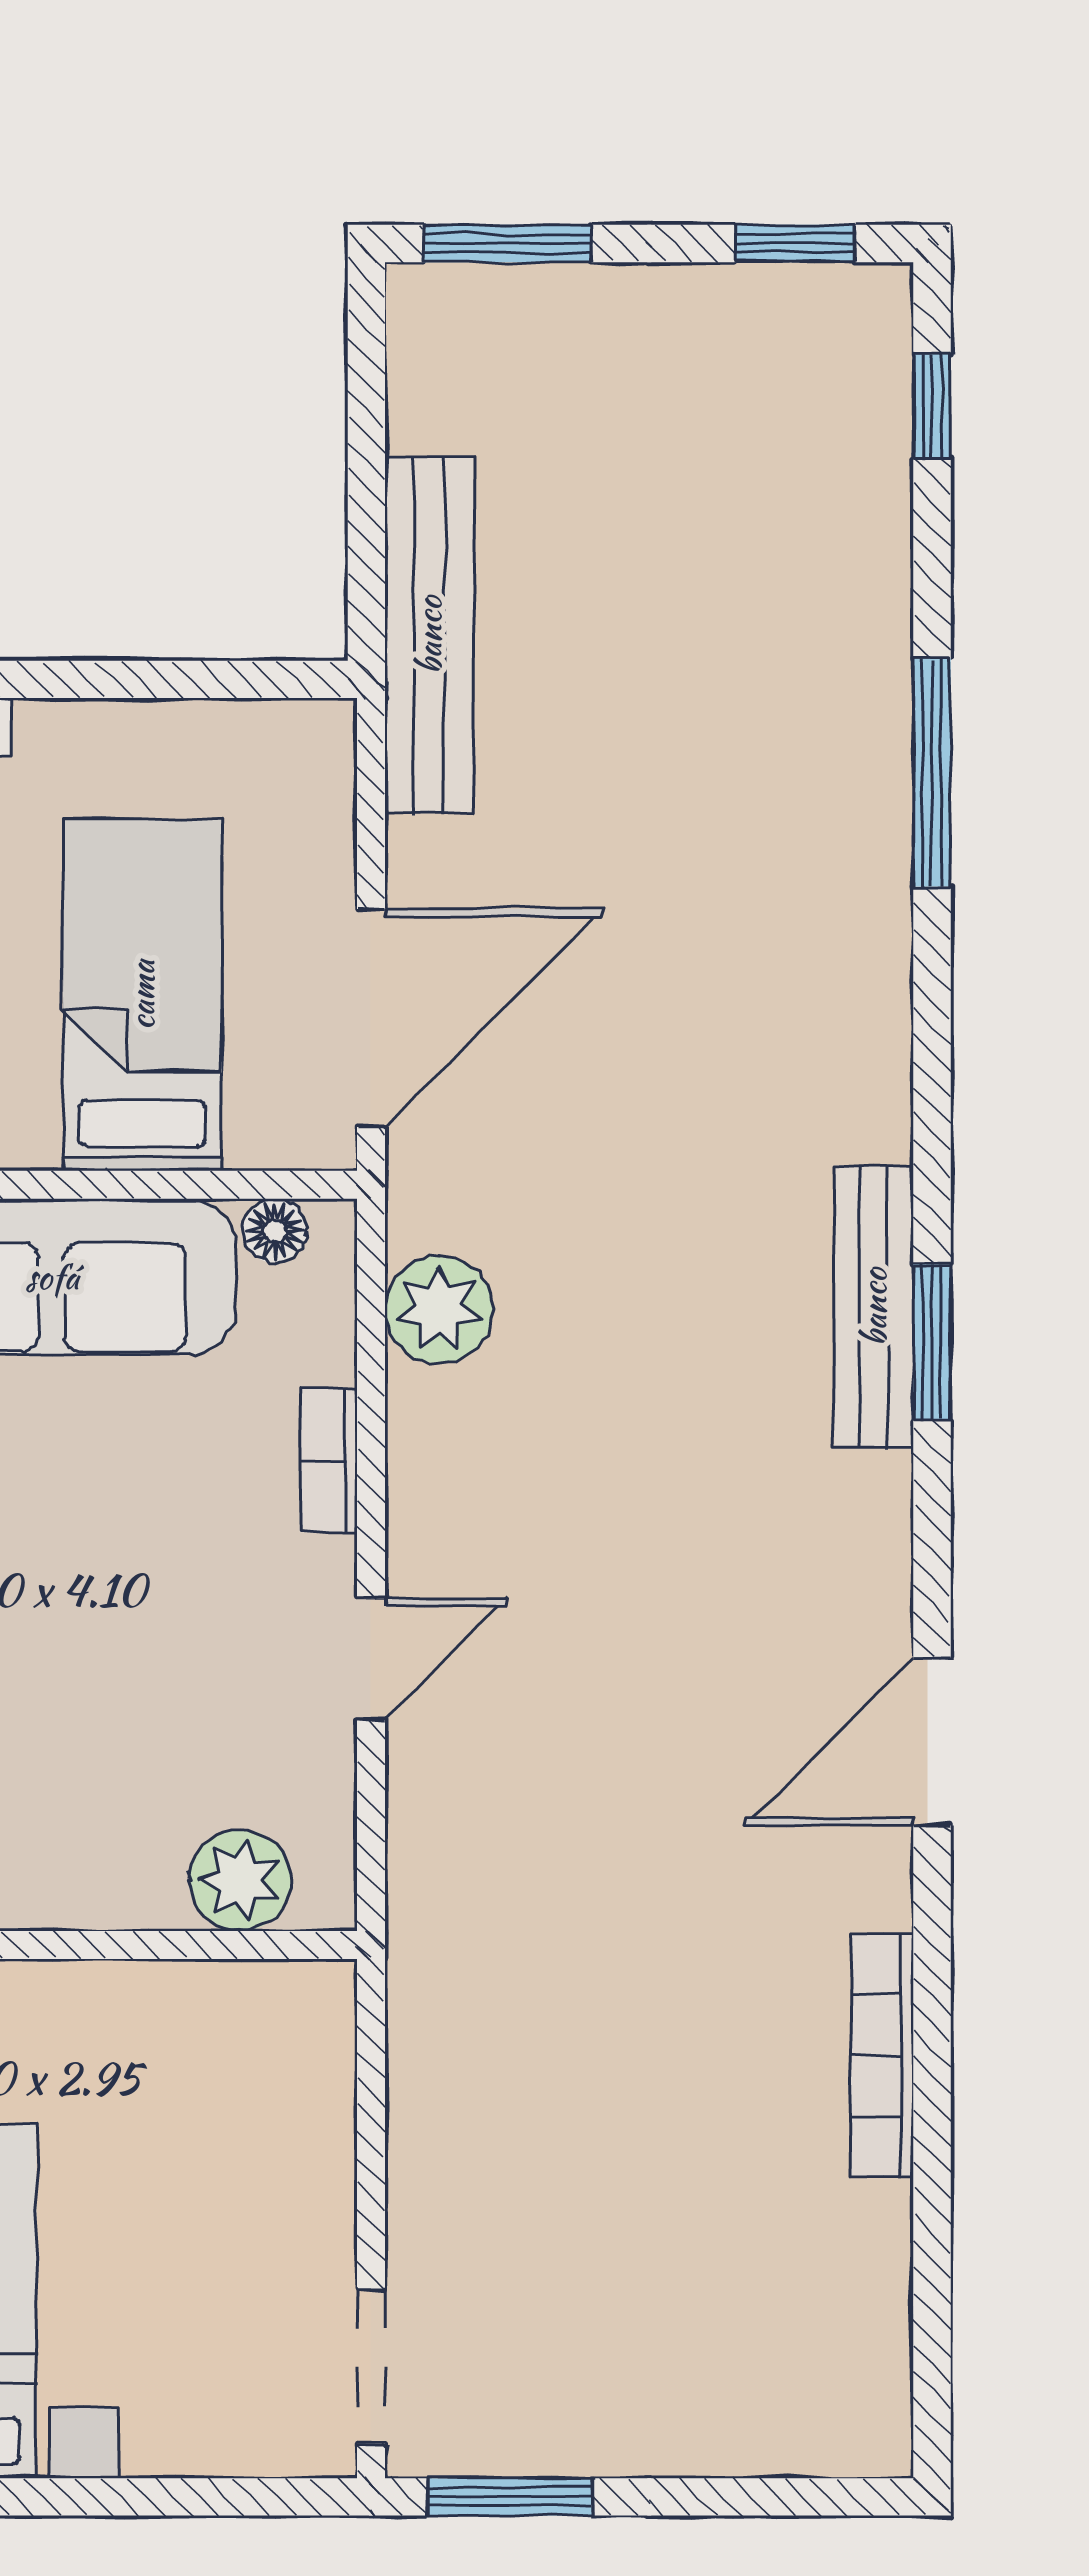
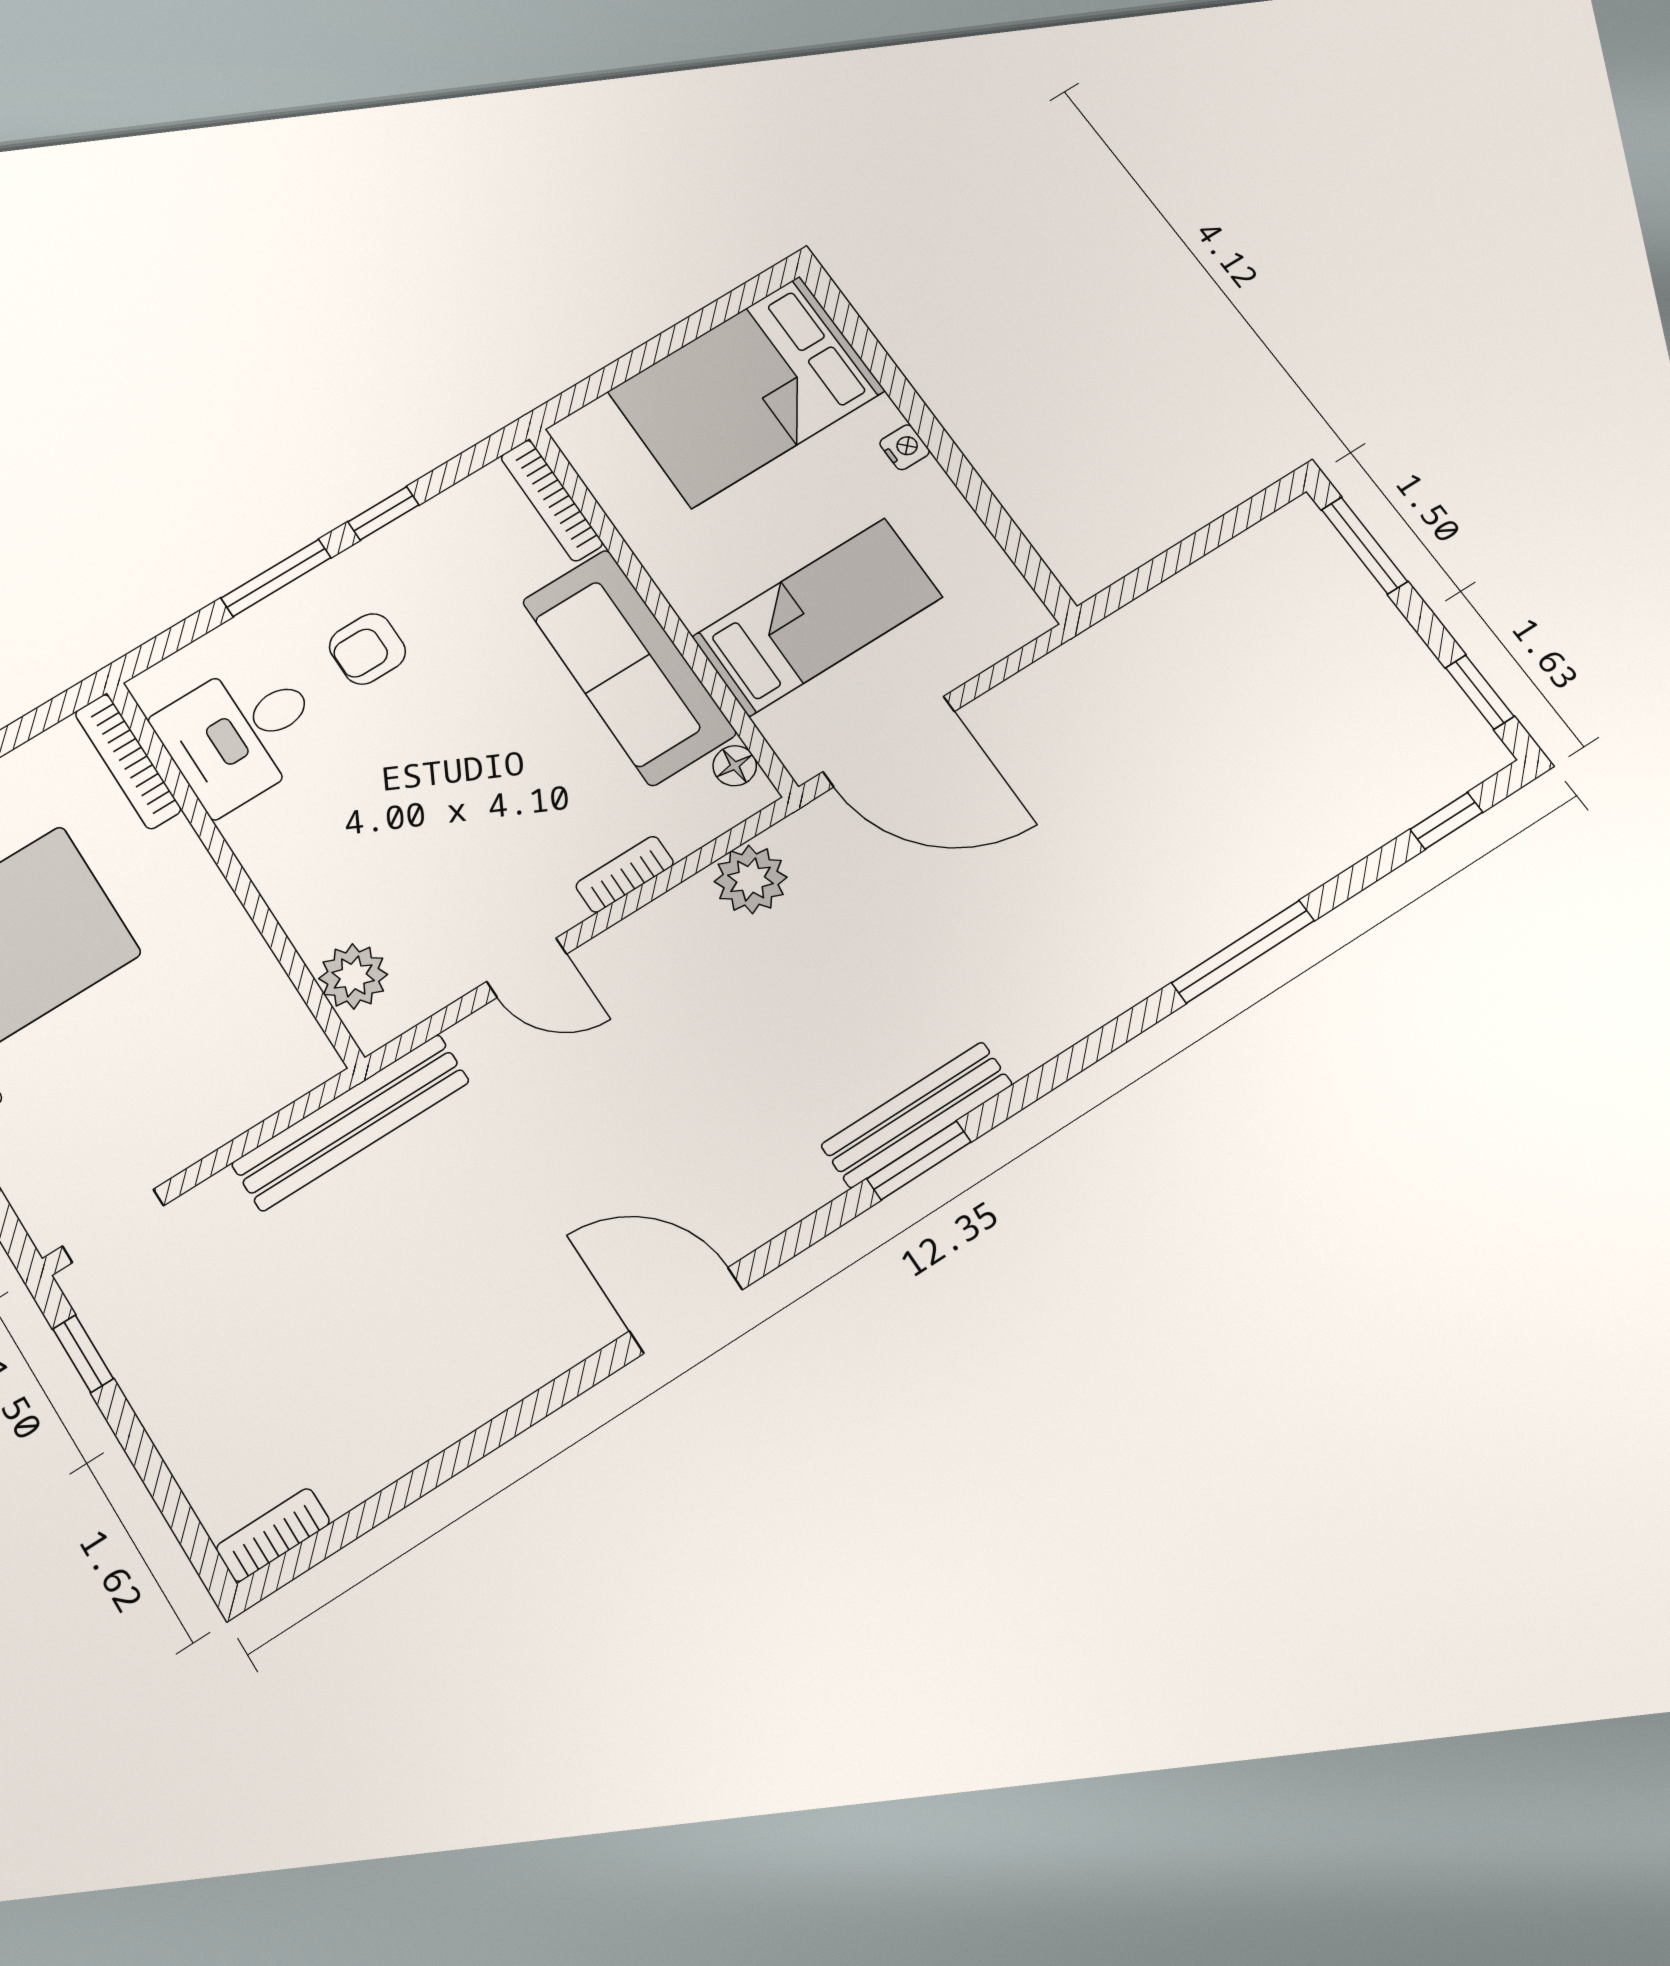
bench: (429, 635) -> (351, 1123), moved
bookcase: (882, 2055) -> (273, 1535), moved, width x0.64
window: (510, 2497) -> (83, 1354), width x0.67

